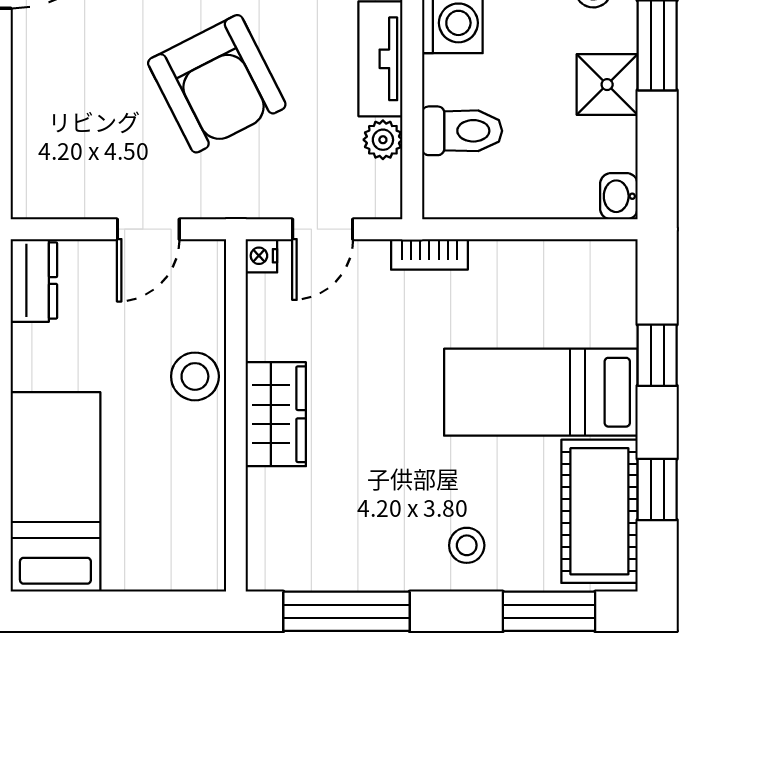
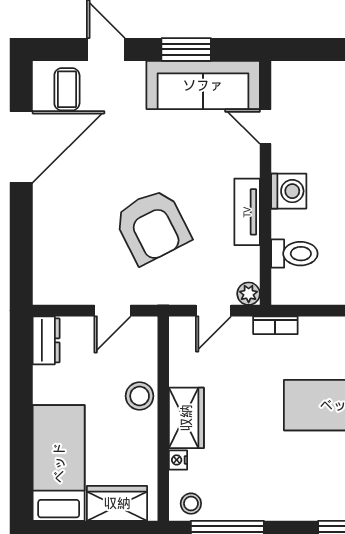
plant: (383, 140) -> (249, 294), moved
nightstand: (261, 256) -> (178, 460), moved
stool: (467, 545) -> (191, 504), moved
wardrobe: (156, 562) -> (117, 503), added

